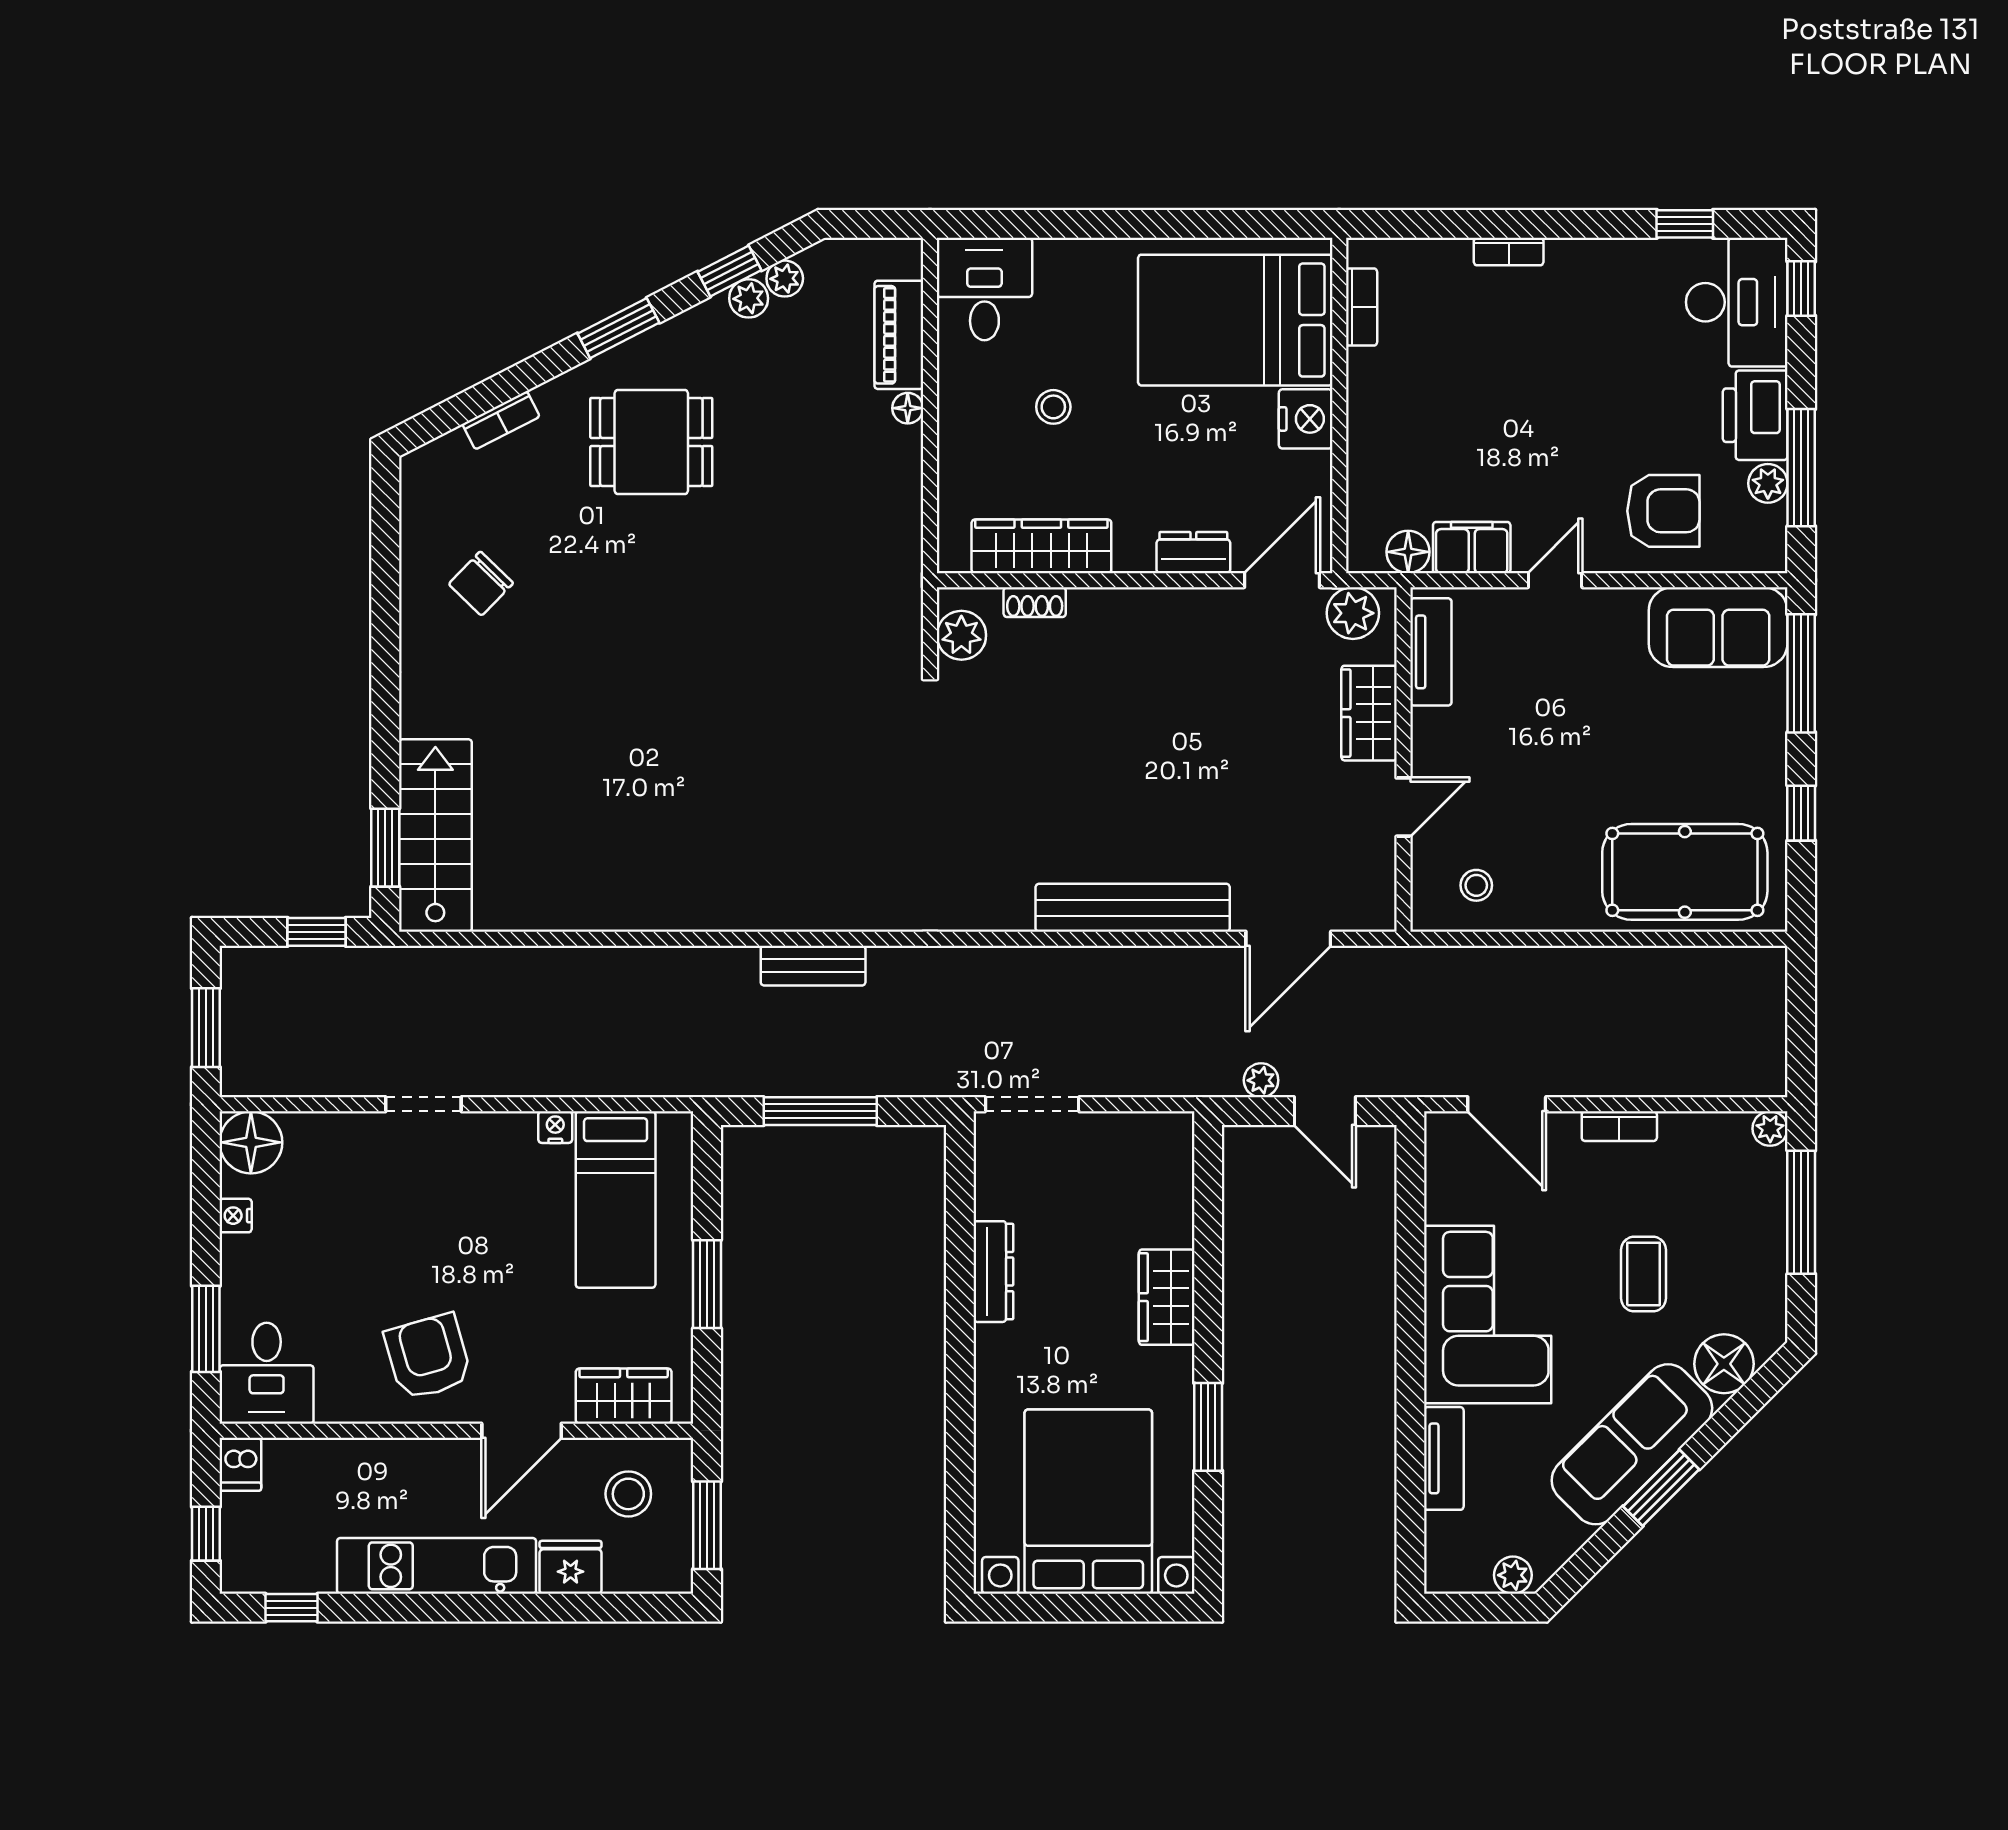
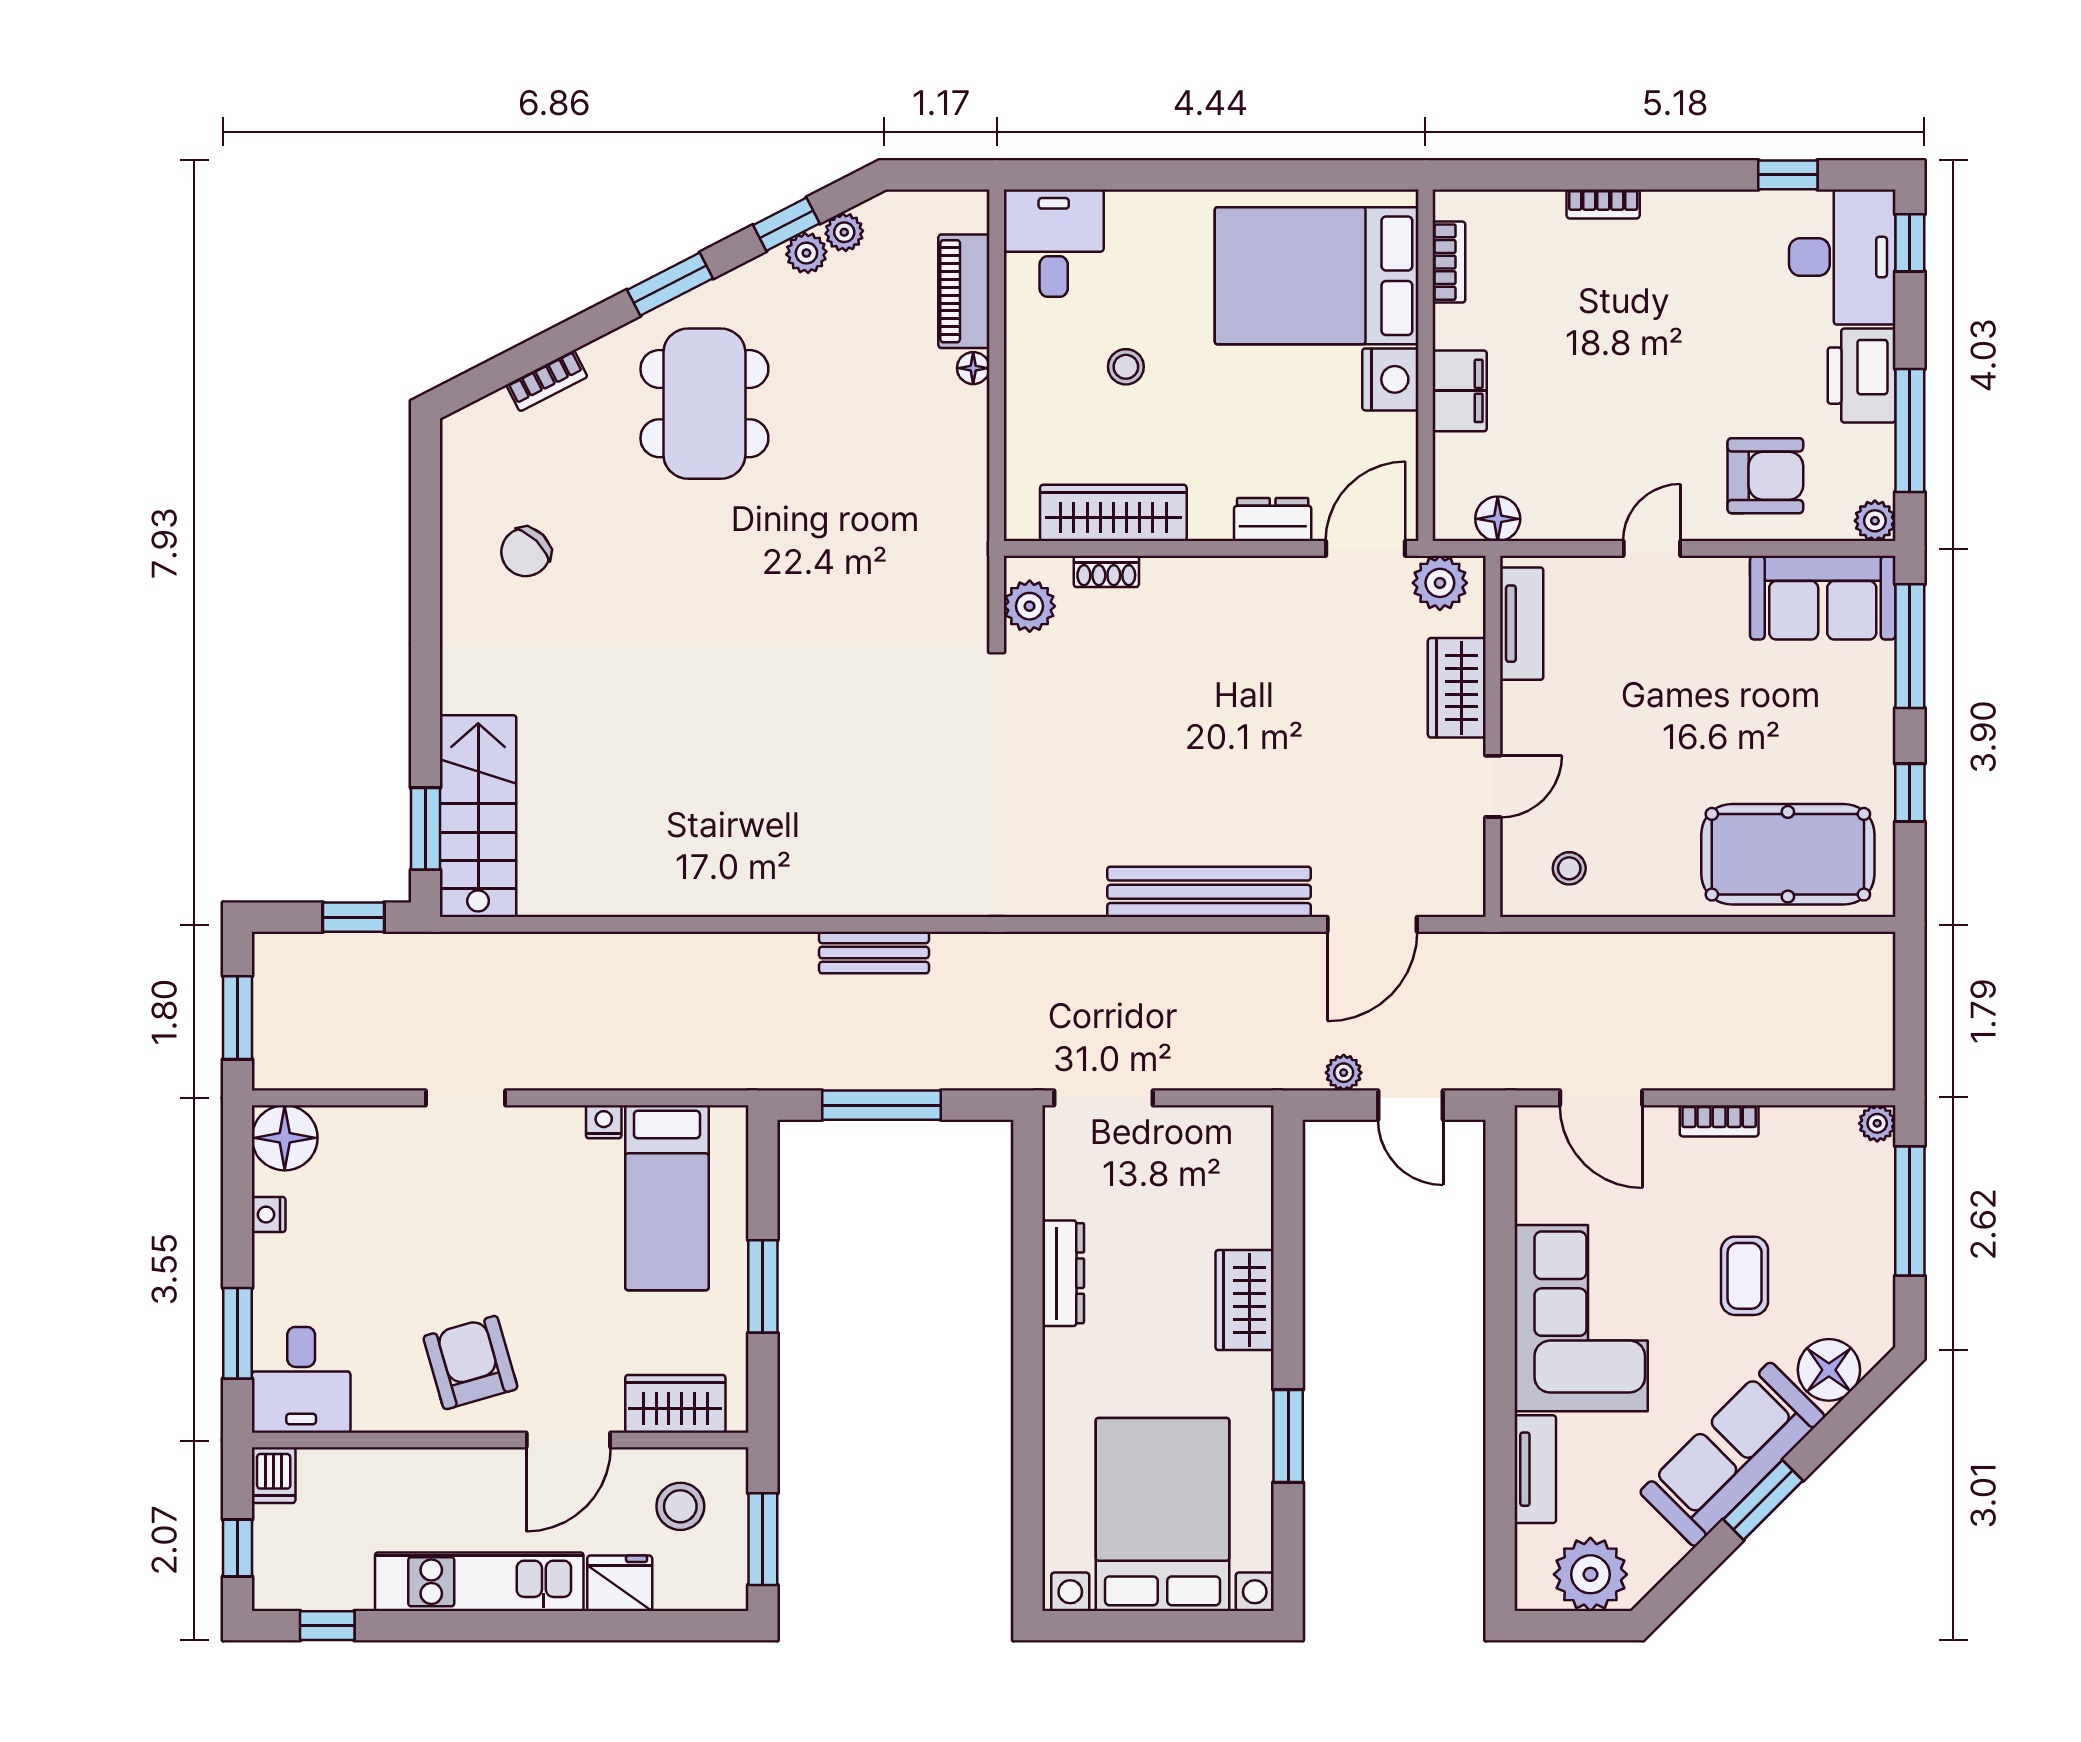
dining table: (651, 442) -> (704, 404), width x1.37
plant: (1768, 483) -> (1875, 521), moved
filing cabinet: (1472, 548) -> (1460, 391), moved, turned 90
plant: (1513, 1575) -> (1590, 1574), width x1.87, depth x1.87

